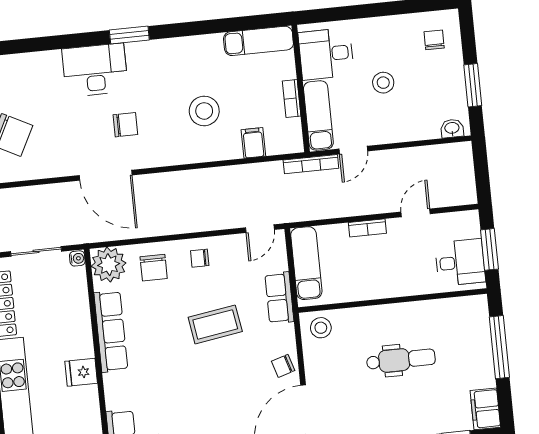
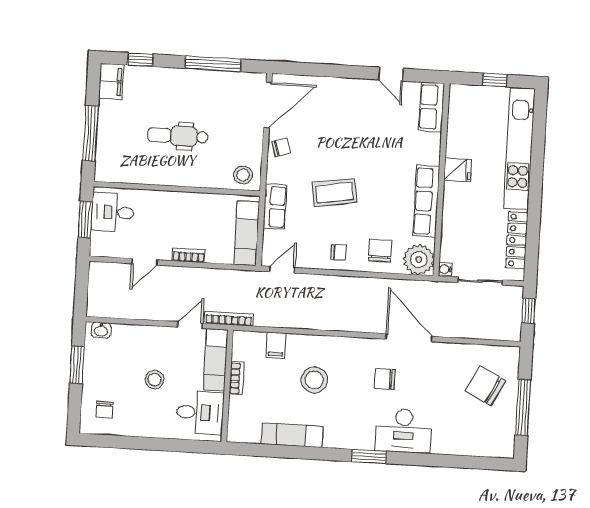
exam couch: (258, 41) -> (292, 435), moved

